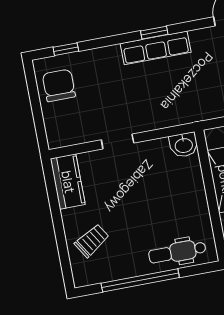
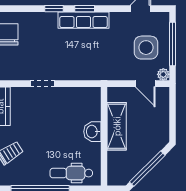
window: (66, 49) -> (54, 9), moved
washbasin: (184, 145) -> (92, 132), moved, turned 90

